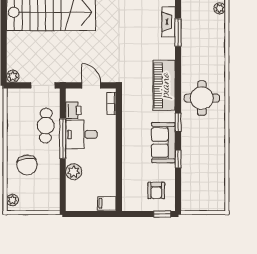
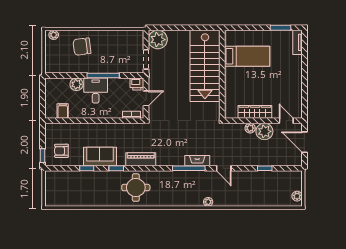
window: (178, 32) -> (189, 168), width x1.44
plant: (13, 76) -> (158, 40), width x1.87, depth x1.87
piano: (164, 85) -> (141, 159), width x0.73, depth x0.75
printer: (73, 110) -> (137, 84), moved
cafe table: (46, 126) -> (114, 62), removed
desk: (81, 134) -> (96, 90), moved
filing cabinet: (107, 203) -> (63, 111), moved

